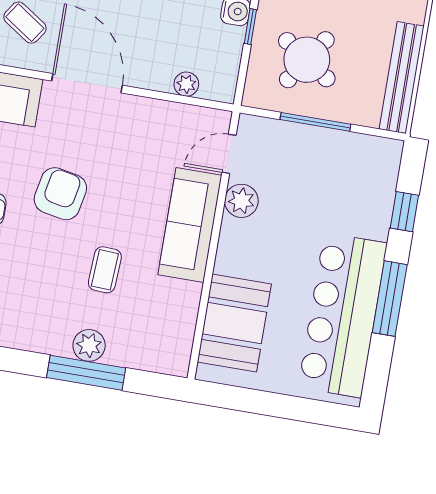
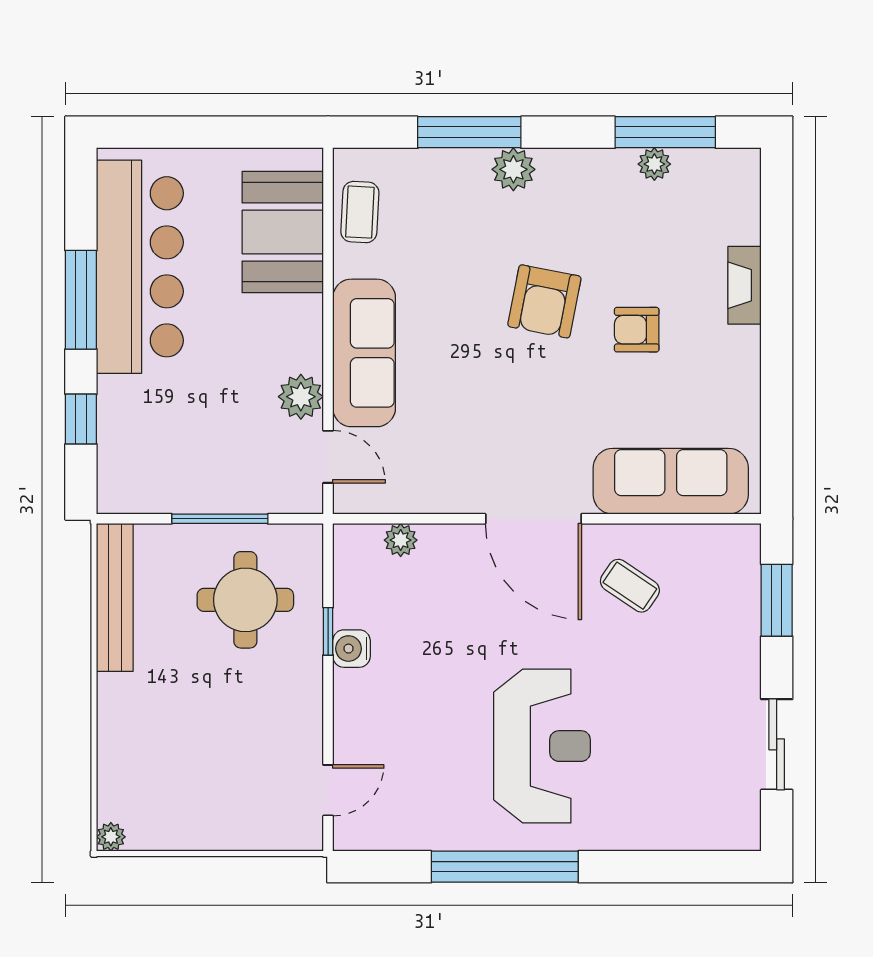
round table: (307, 60) -> (245, 600), turned -34
door: (229, 154) -> (328, 457), hinge flipped
armchair: (60, 194) -> (544, 301), moved
coffee table: (105, 270) -> (360, 212), moved
plant: (89, 345) -> (513, 169), moved

